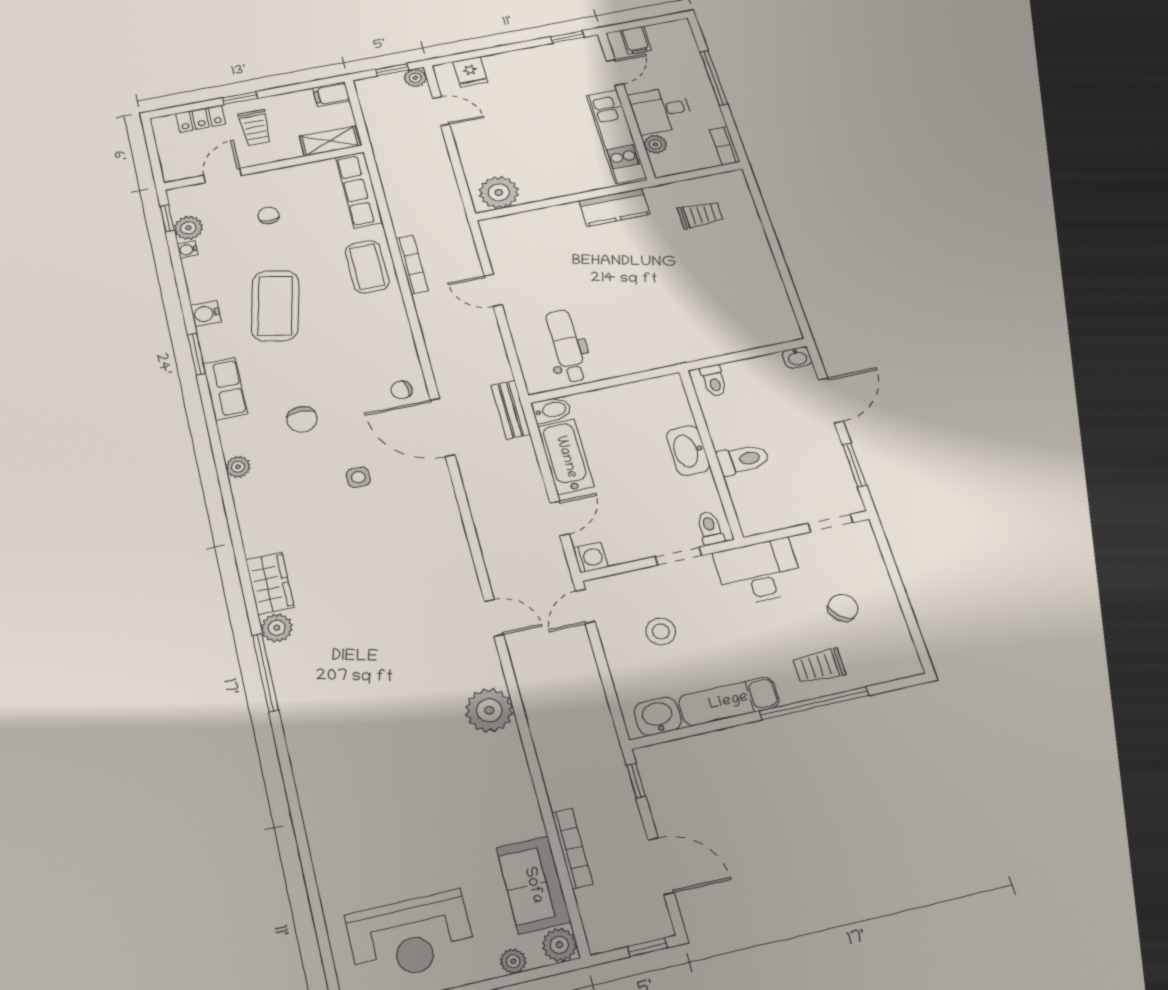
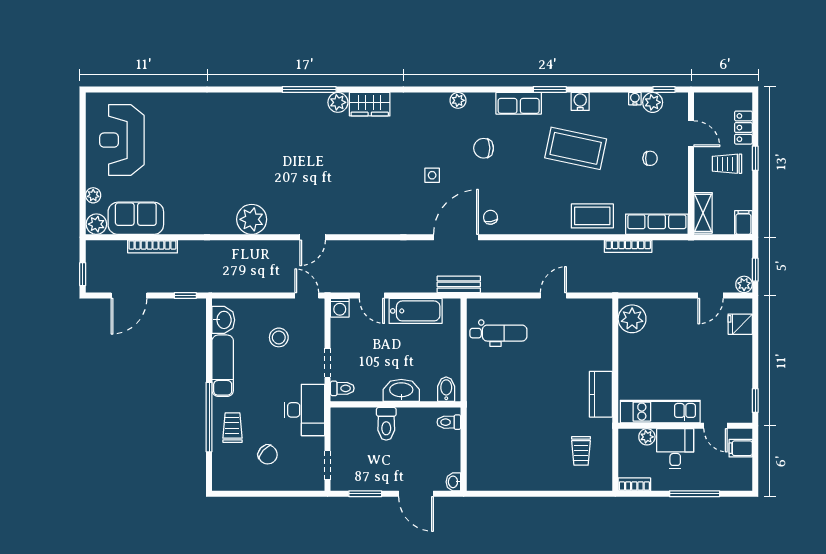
bookcase: (412, 264) -> (628, 246), moved
bidet: (552, 410) -> (446, 389), moved, turned 180

